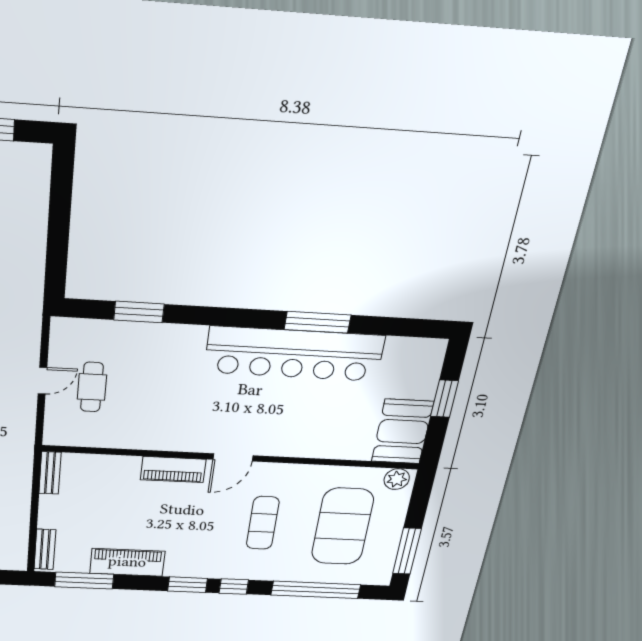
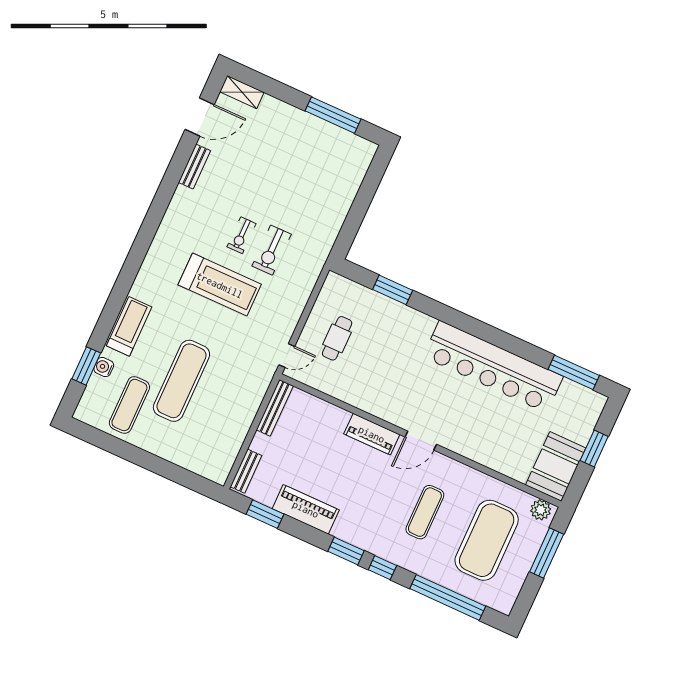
window: (318, 322) -> (574, 372), moved
door: (42, 381) -> (287, 356), moved
bench: (50, 473) -> (275, 408), width x1.36
window: (407, 551) -> (547, 553), moved
window: (84, 580) -> (265, 514), width x0.69

